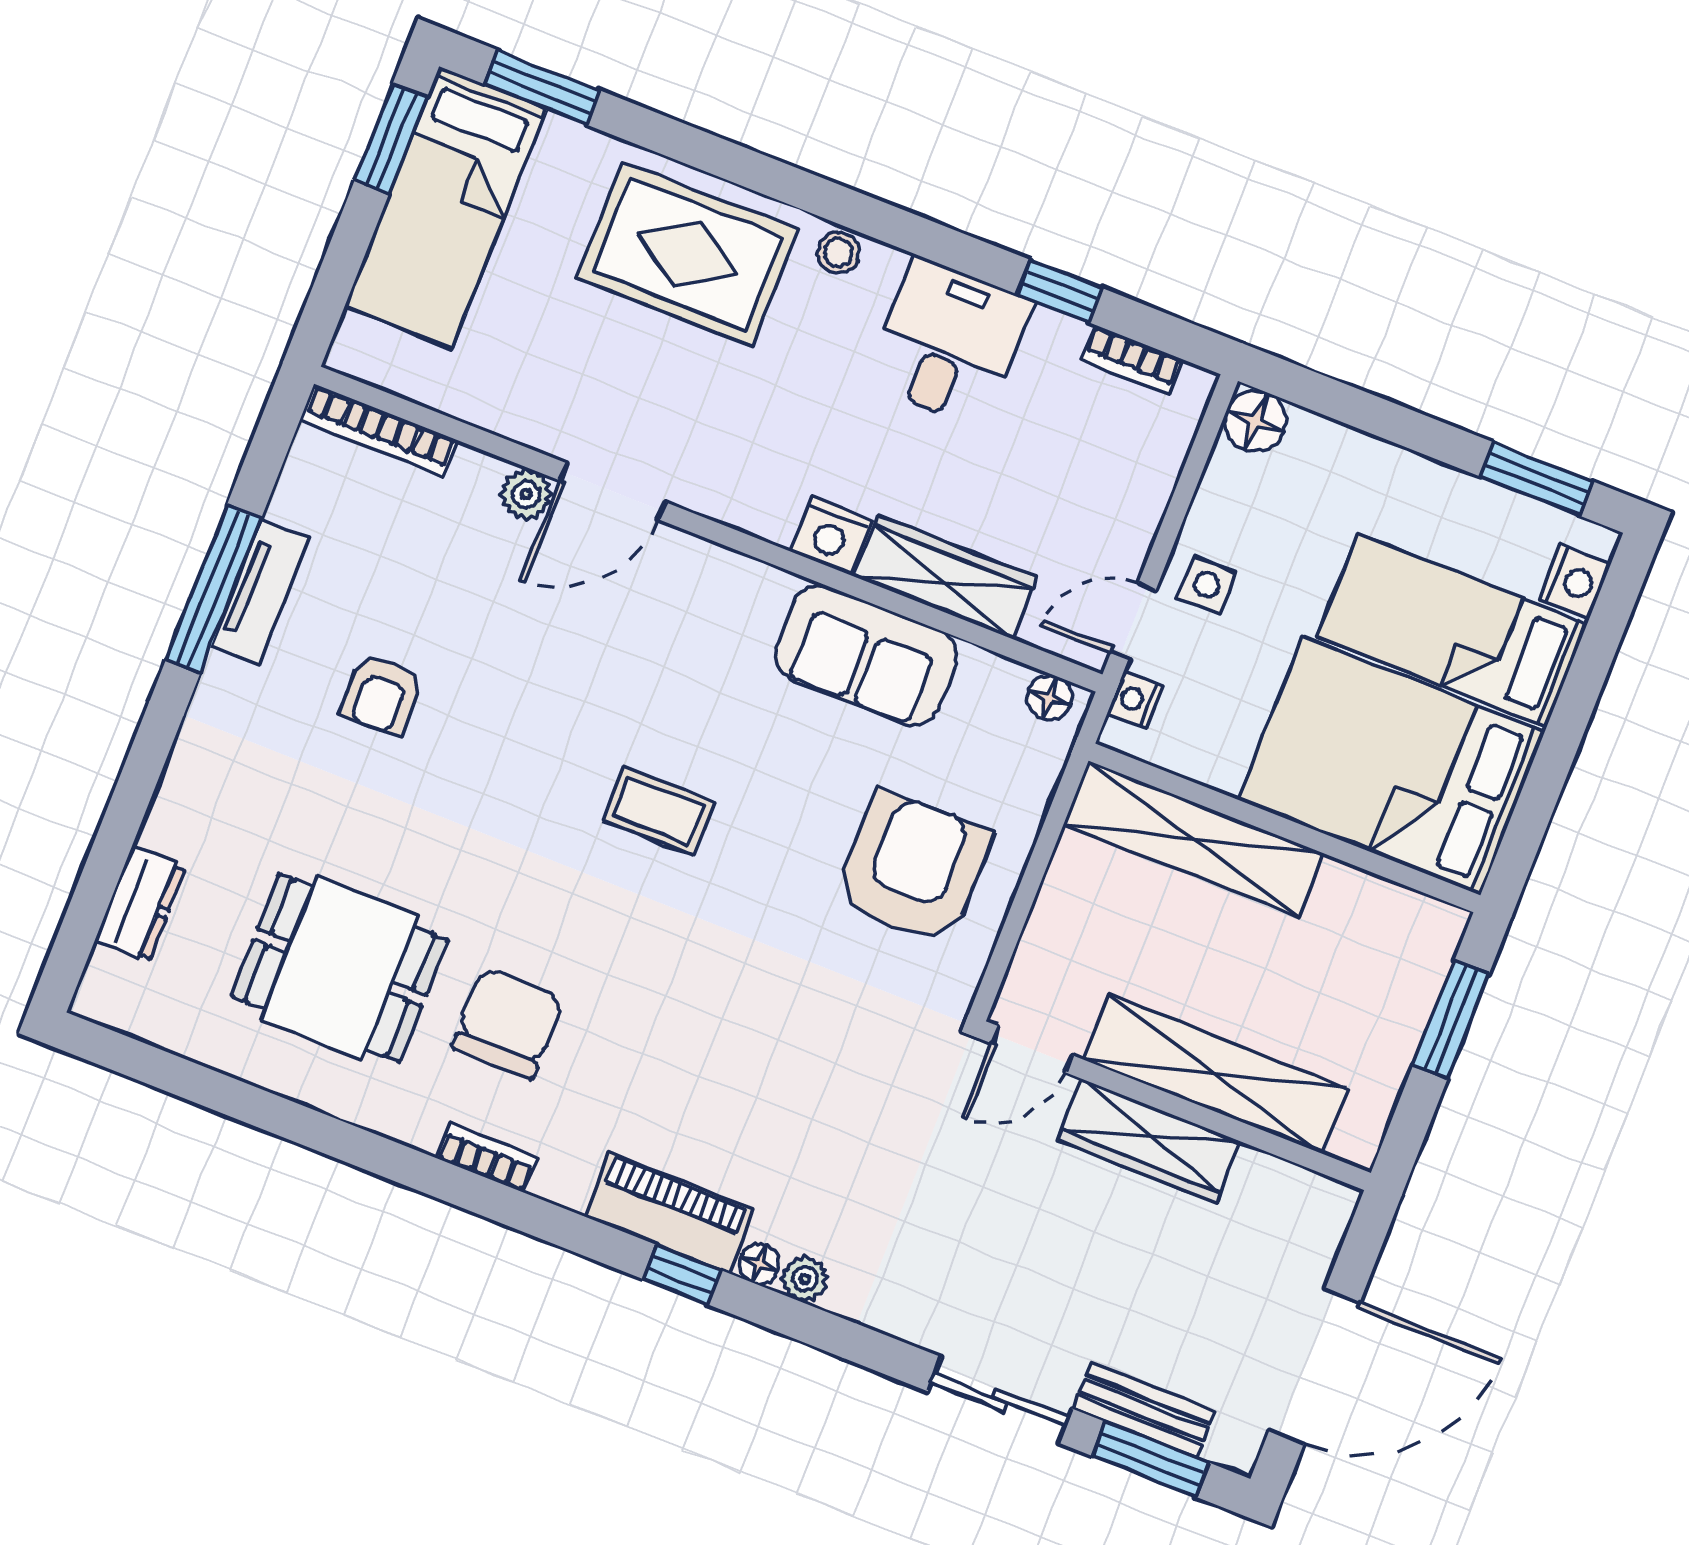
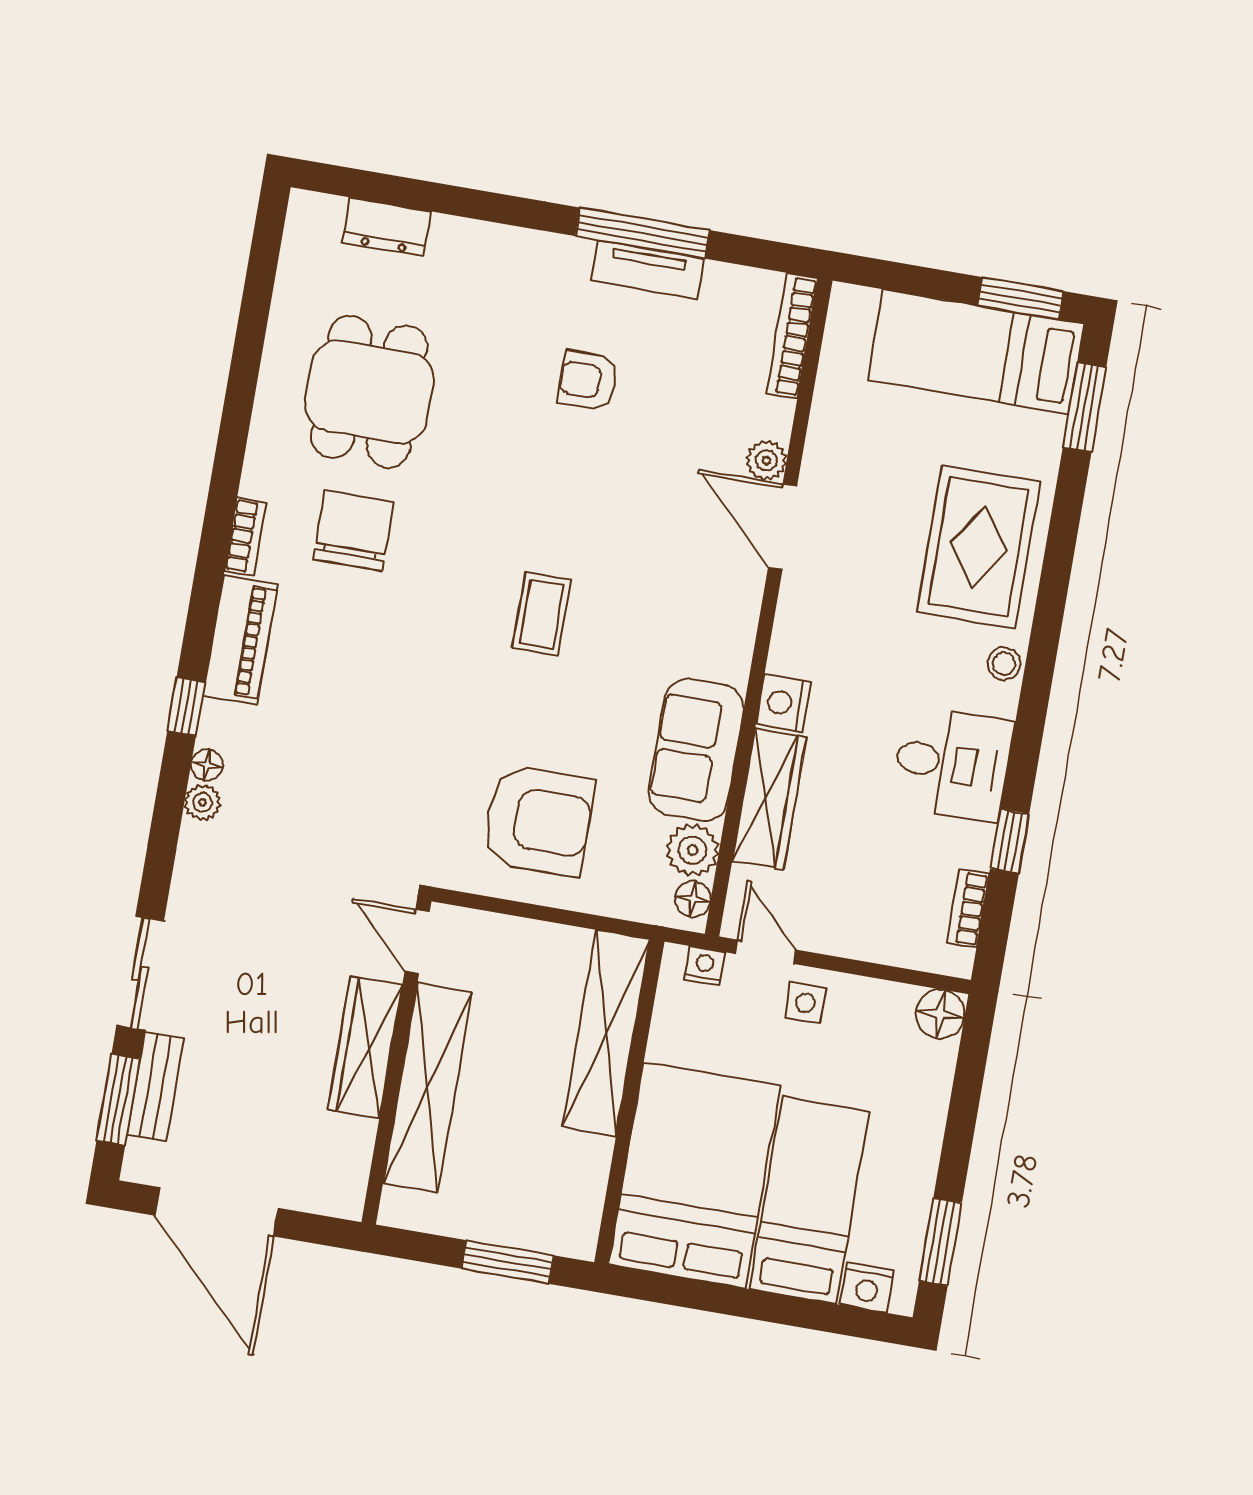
plant: (989, 685) -> (693, 850), added
chair: (508, 1023) -> (353, 531), turned -90
piano: (669, 1213) -> (240, 640), moved

